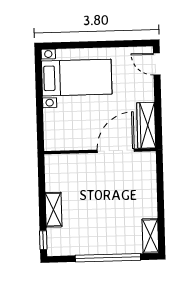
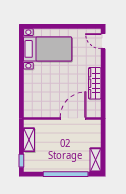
wall: (100, 151) -> (62, 118), moved
door: (116, 151) -> (73, 118), moved

